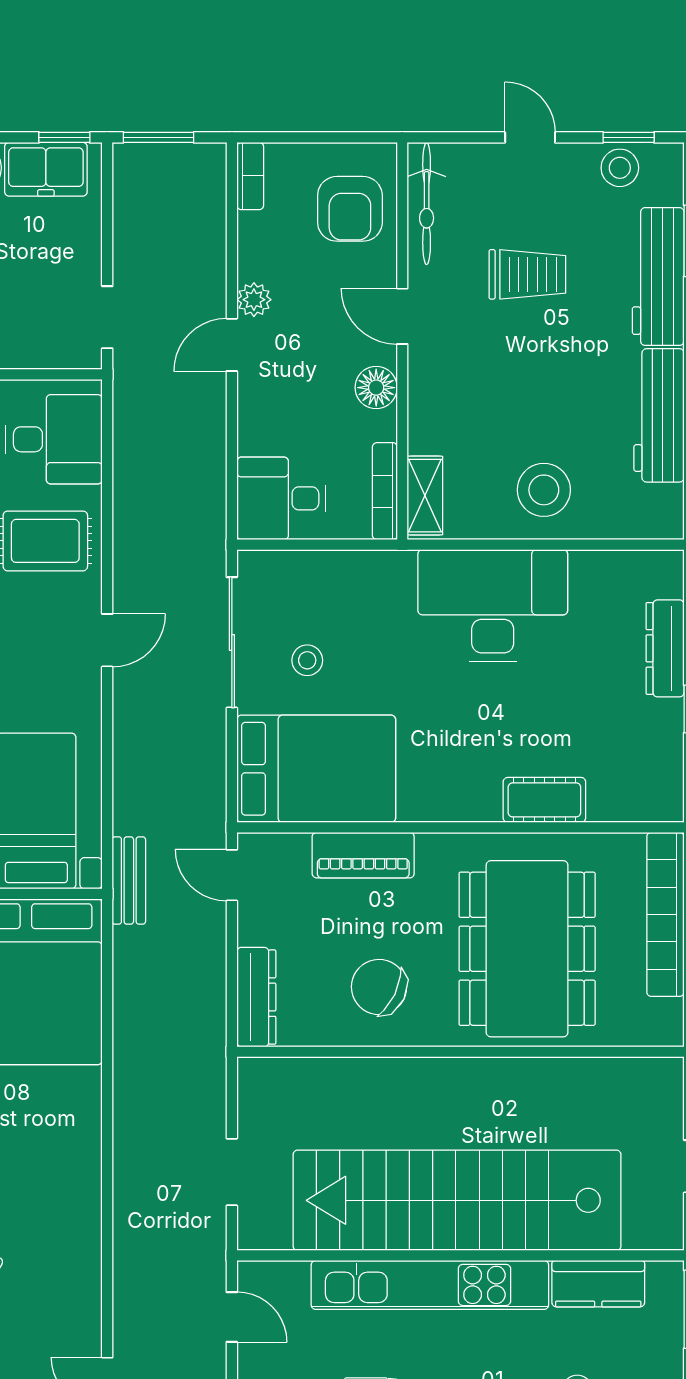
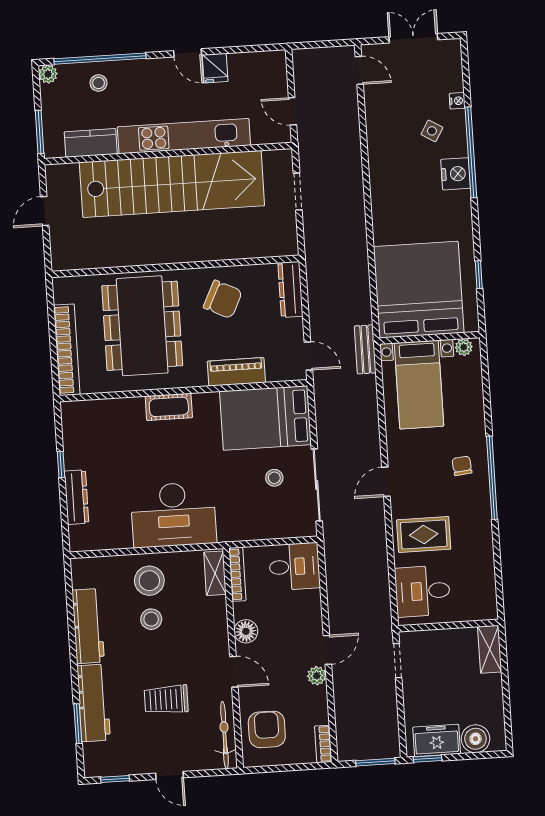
stool: (620, 168) -> (151, 619), moved
cot: (544, 800) -> (169, 407), moved

